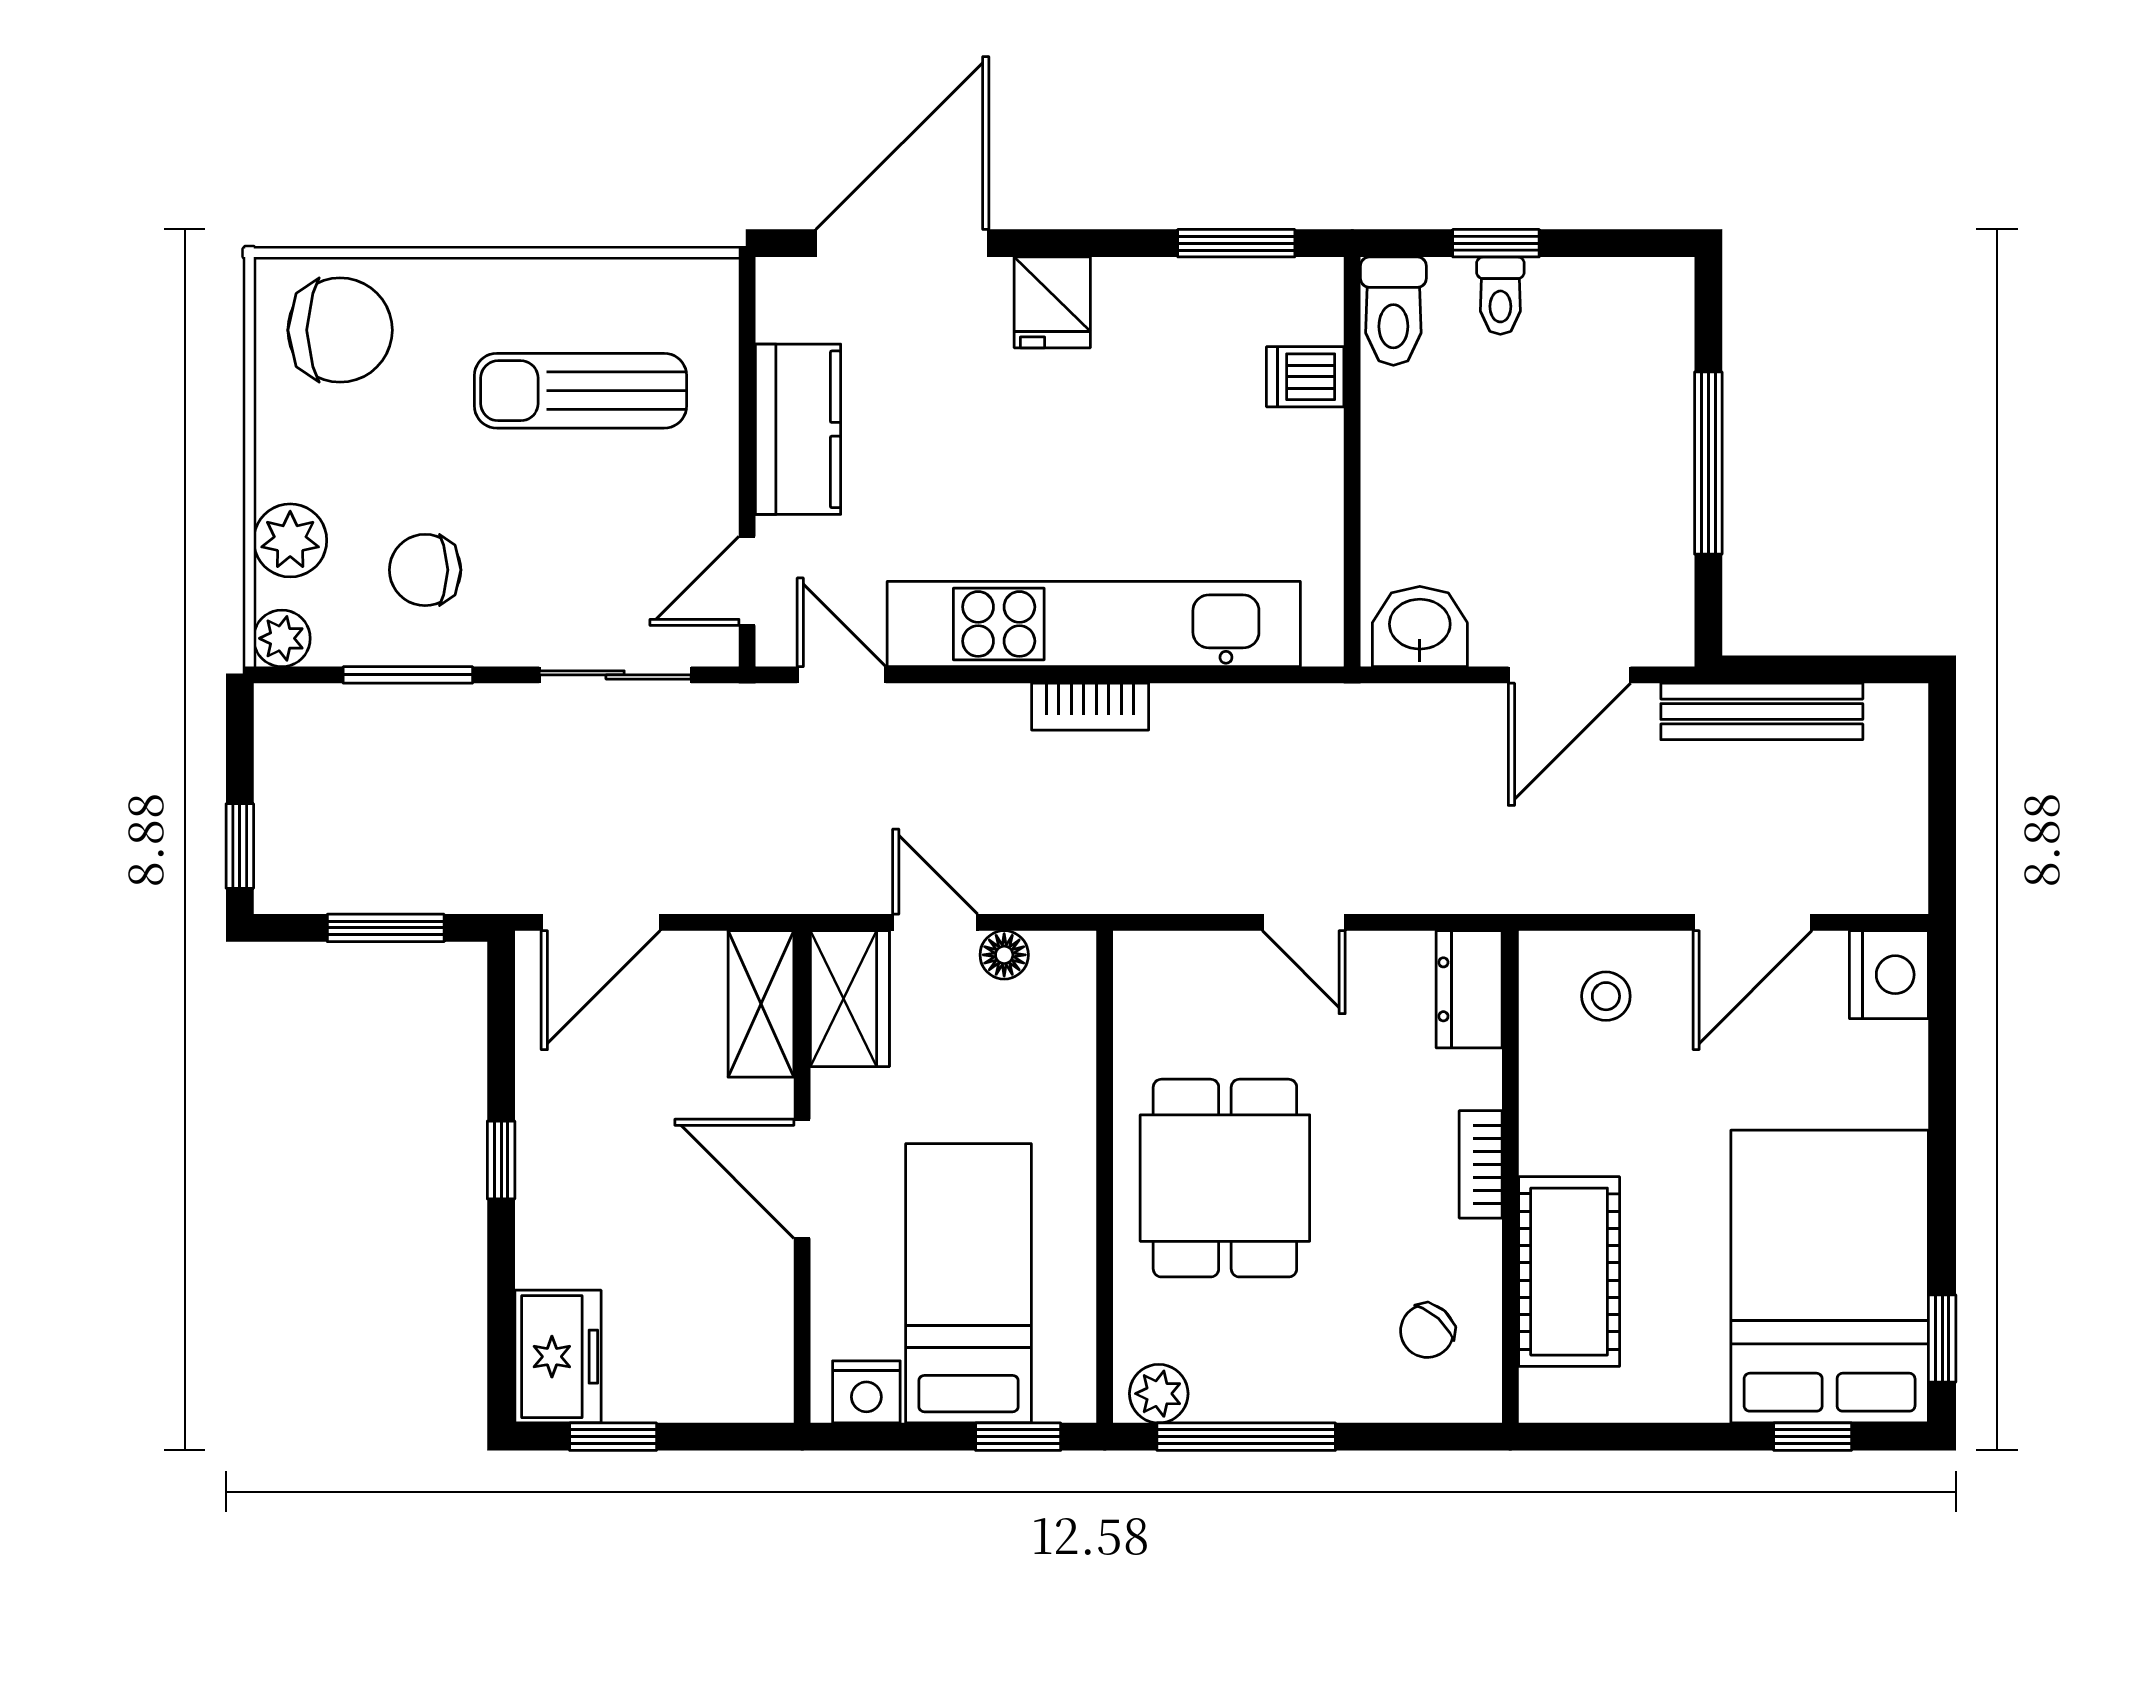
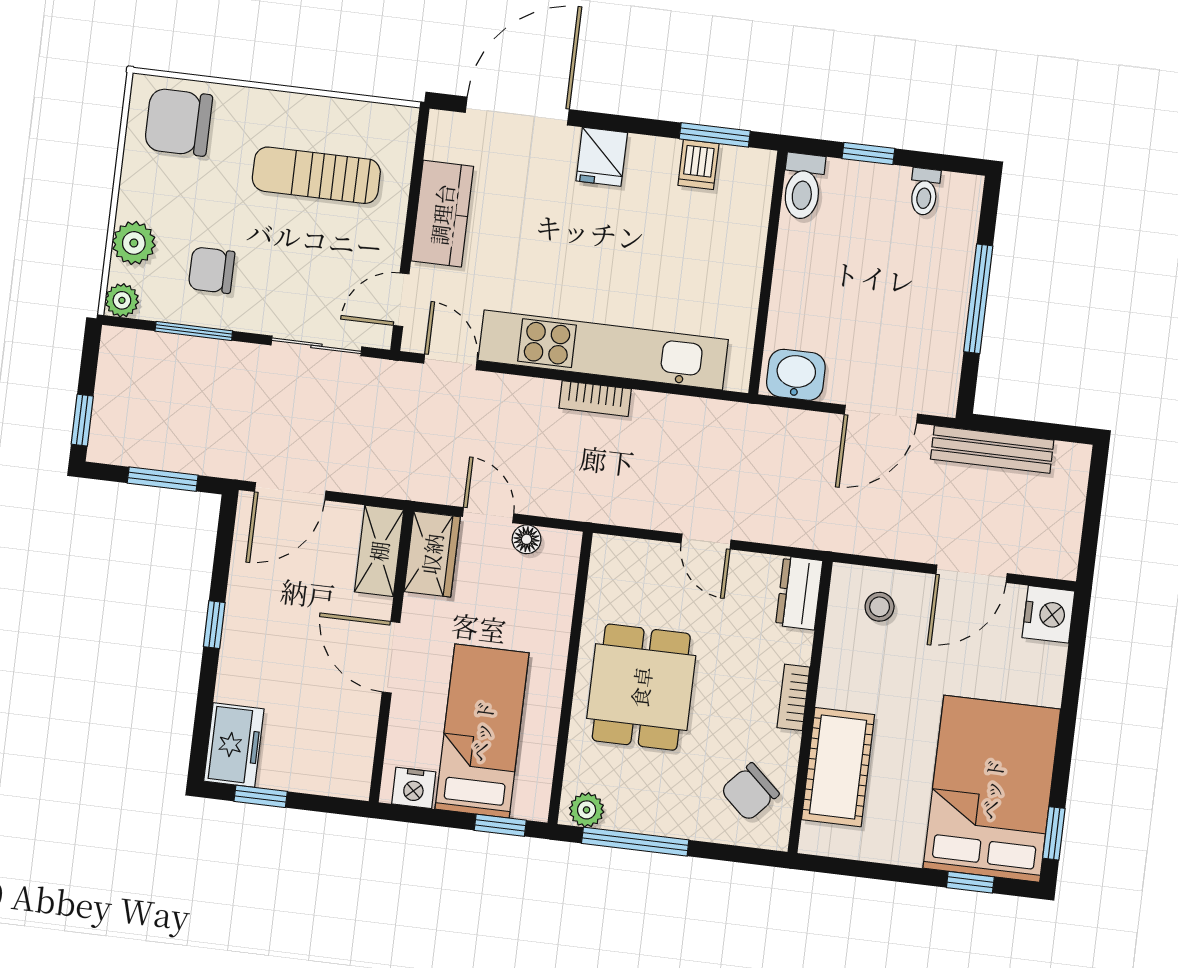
toilet: (1500, 296) -> (925, 192), moved
chair: (340, 330) -> (178, 122), turned 180
dishwasher: (1305, 377) -> (698, 164), moved, turned -90
chair: (1427, 1331) -> (750, 792), width x1.37, depth x1.37

